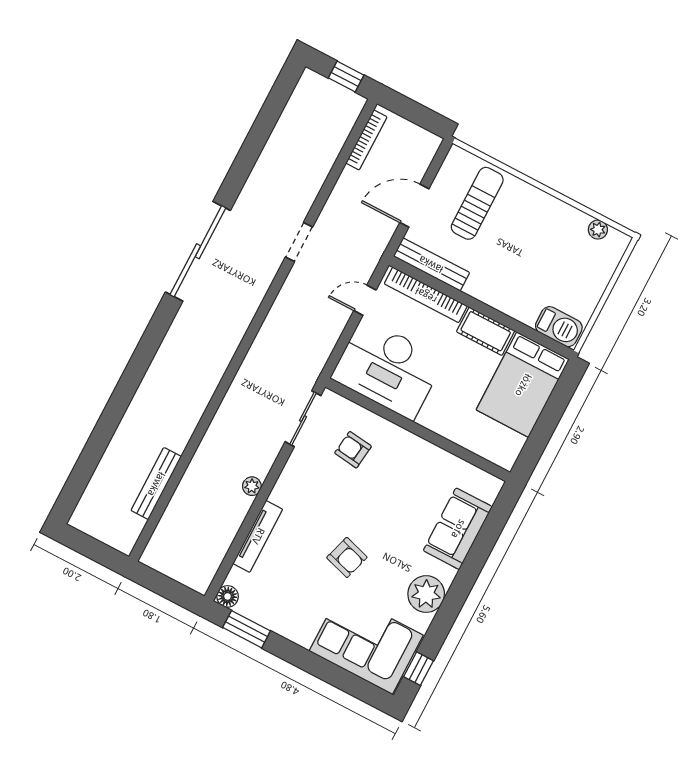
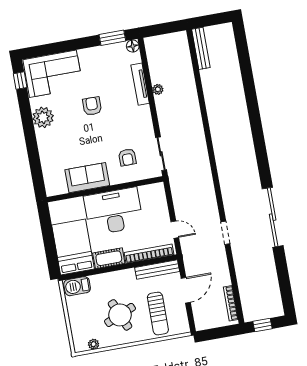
round table: (531, 242) -> (120, 315), added
sliding door: (198, 251) -> (273, 217), moved
door: (365, 300) -> (175, 230), hinge flipped
desk: (388, 369) -> (113, 211), moved
armchair: (353, 450) -> (127, 157), turned 83
bench: (156, 484) -> (201, 48), moved
plant: (252, 486) -> (158, 89), moved
sofa: (458, 529) -> (87, 178), moved, turned -90
armchair: (347, 557) -> (92, 106), turned 73

